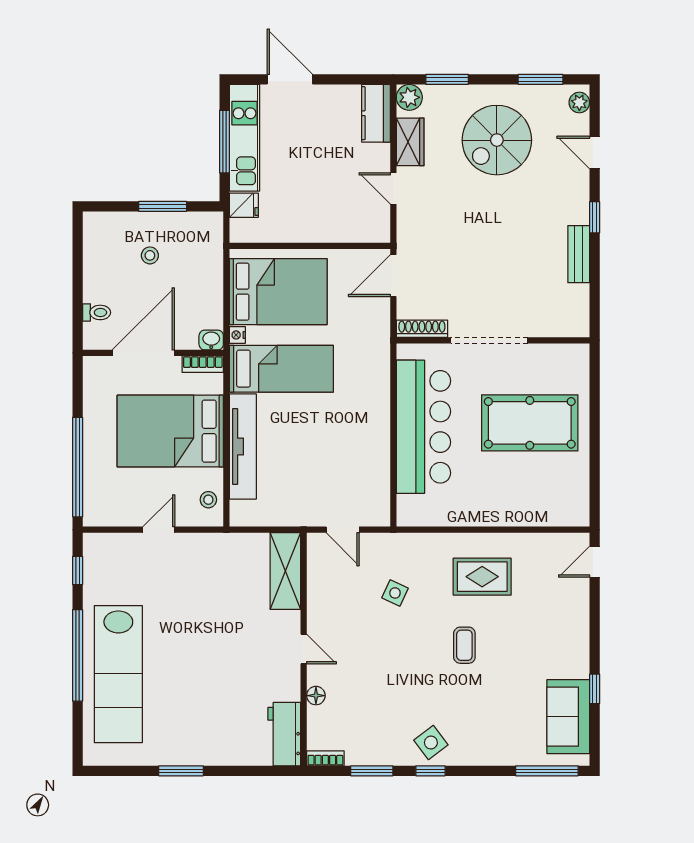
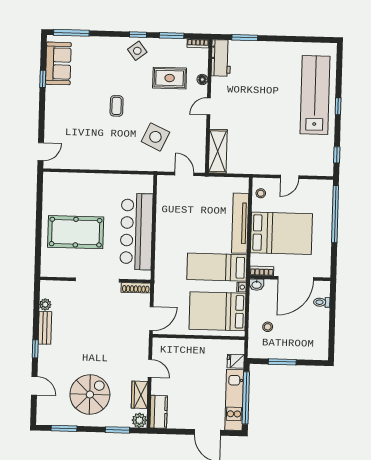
plant: (579, 103) -> (45, 305), moved
window: (224, 142) -> (246, 398), width x1.46
stool: (150, 255) -> (268, 327), moved
rug: (482, 577) -> (170, 78), moved
side table: (395, 593) -> (155, 137), width x1.87, depth x1.87
door: (304, 649) -> (209, 106), hinge flipped
window: (78, 655) -> (338, 106), width x0.32
window: (181, 771) -> (245, 38), moved

